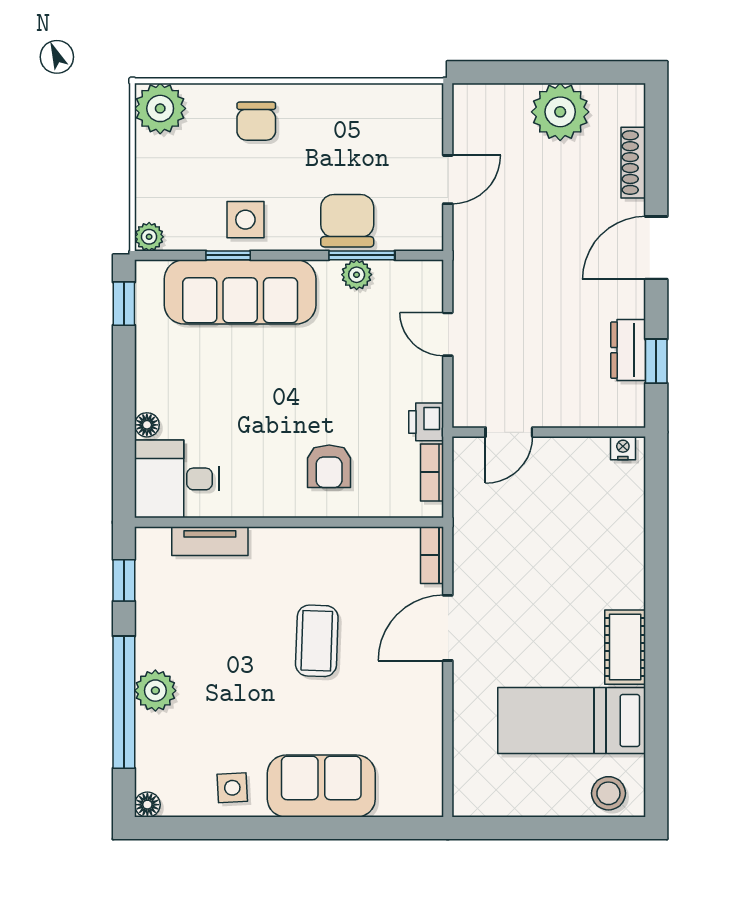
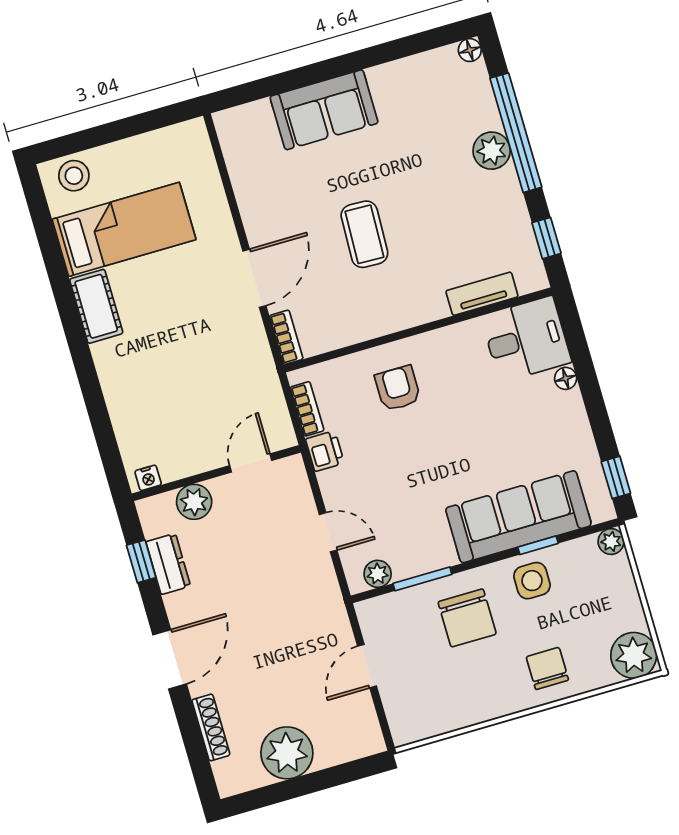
chair: (347, 221) -> (467, 618), moved
plant: (357, 275) -> (378, 574), moved
plant: (581, 408) -> (194, 502), added
side table: (232, 788) -> (401, 86), removed

